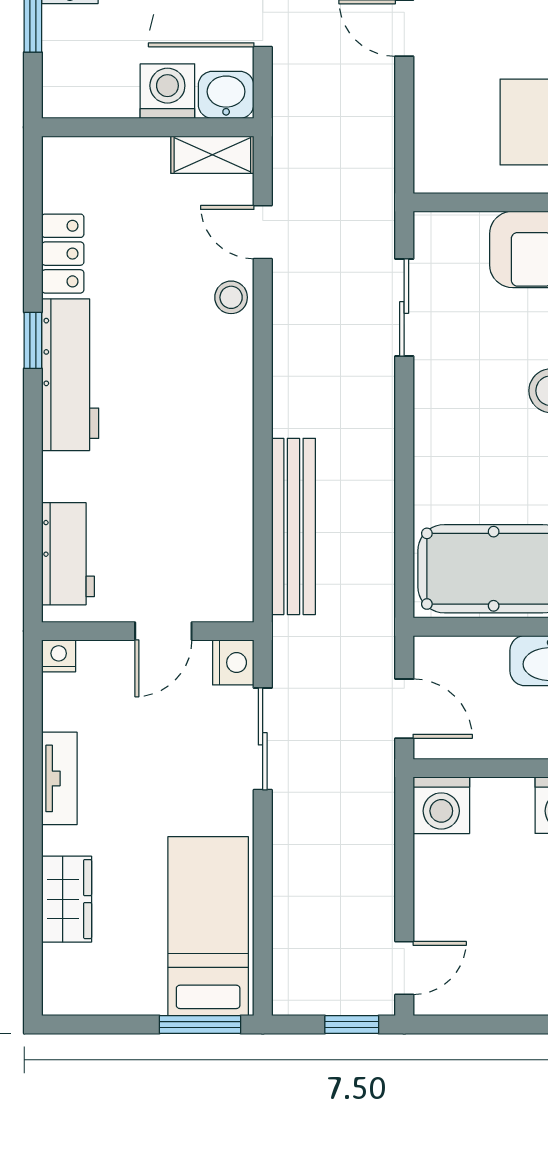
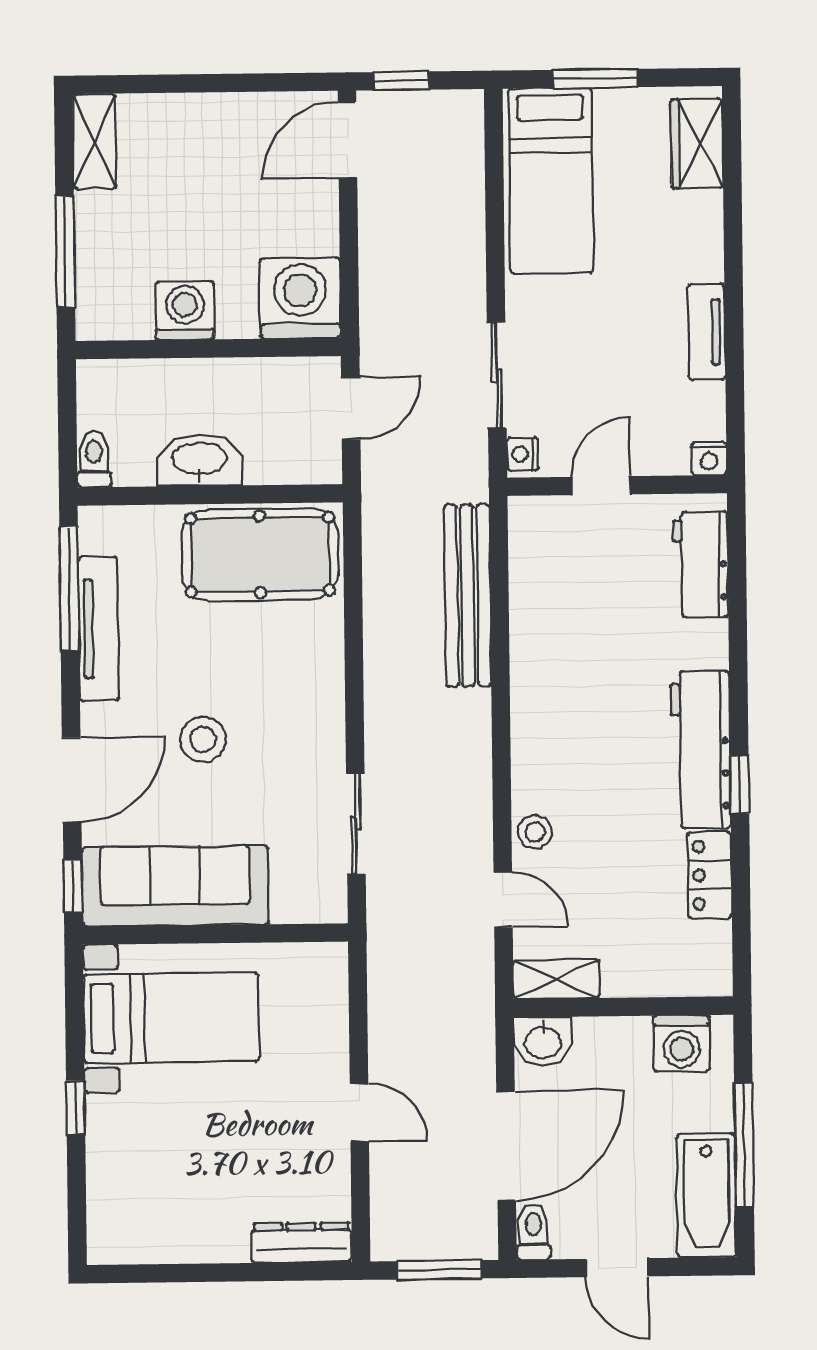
washing machine: (167, 91) -> (682, 1044), moved
nightstand: (233, 663) -> (523, 454), width x0.72, depth x0.74
door: (404, 709) -> (351, 408), swing flipped
washing machine: (441, 805) -> (300, 298), width x1.37, depth x1.37
wardrobe: (67, 899) -> (697, 144), moved
door: (404, 968) -> (347, 140), width x1.38
window: (200, 1025) -> (595, 78), moved

